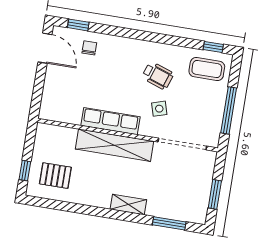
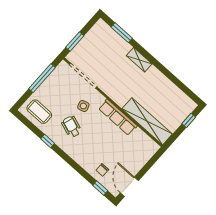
window: (213, 47) -> (48, 141), moved
shelving: (115, 145) -> (147, 121), moved
pallet: (55, 176) -> (172, 106), removed
window: (215, 194) -> (75, 42), moved

